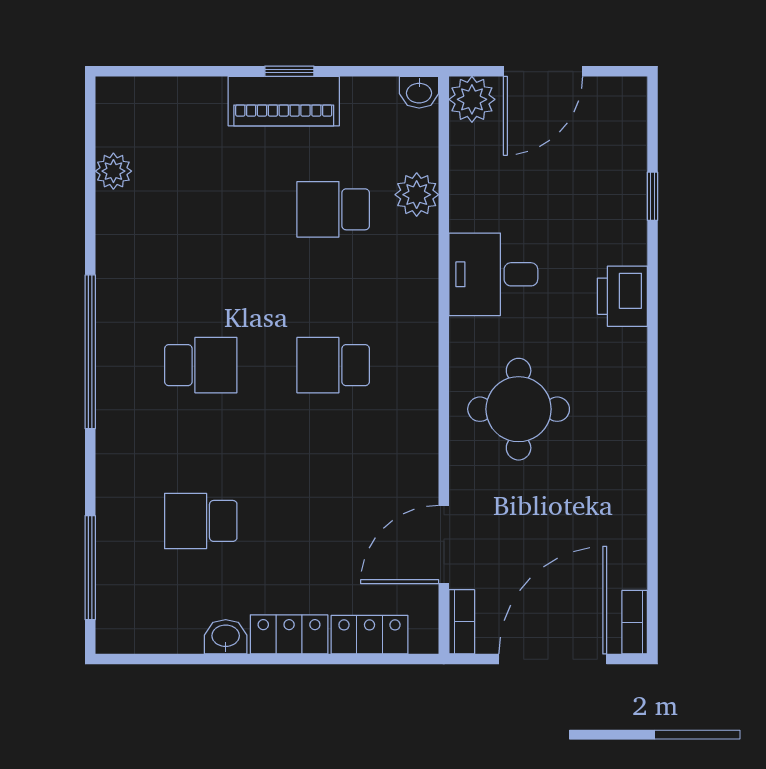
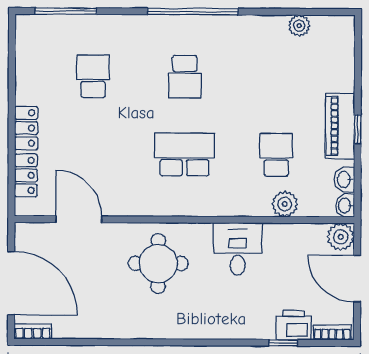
printer: (622, 296) -> (294, 325), moved
school desk: (333, 365) -> (185, 155), width x1.85
bookcase: (462, 622) -> (332, 332), moved, turned 180
washbasin: (226, 637) -> (344, 180), moved, turned 180

